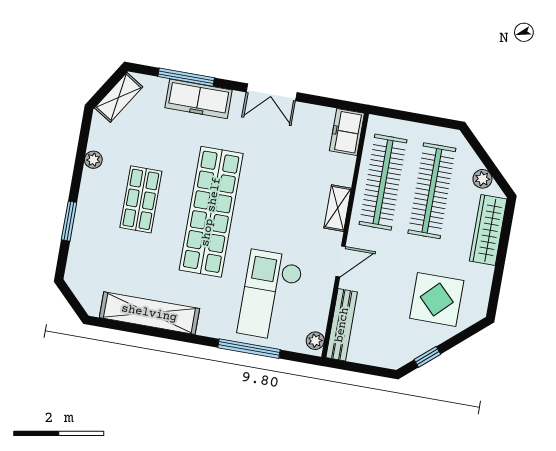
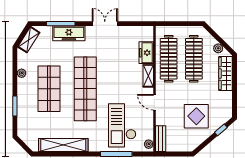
double door: (272, 92) -> (105, 24), swing flipped
freezer: (347, 132) -> (146, 53), moved
shop shelf: (141, 199) -> (49, 89), width x1.43, depth x1.36
door: (341, 261) -> (154, 102), swing flipped
display table: (437, 299) -> (196, 116), moved
bench: (342, 325) -> (161, 139), width x0.73
window: (427, 357) -> (221, 130), moved

